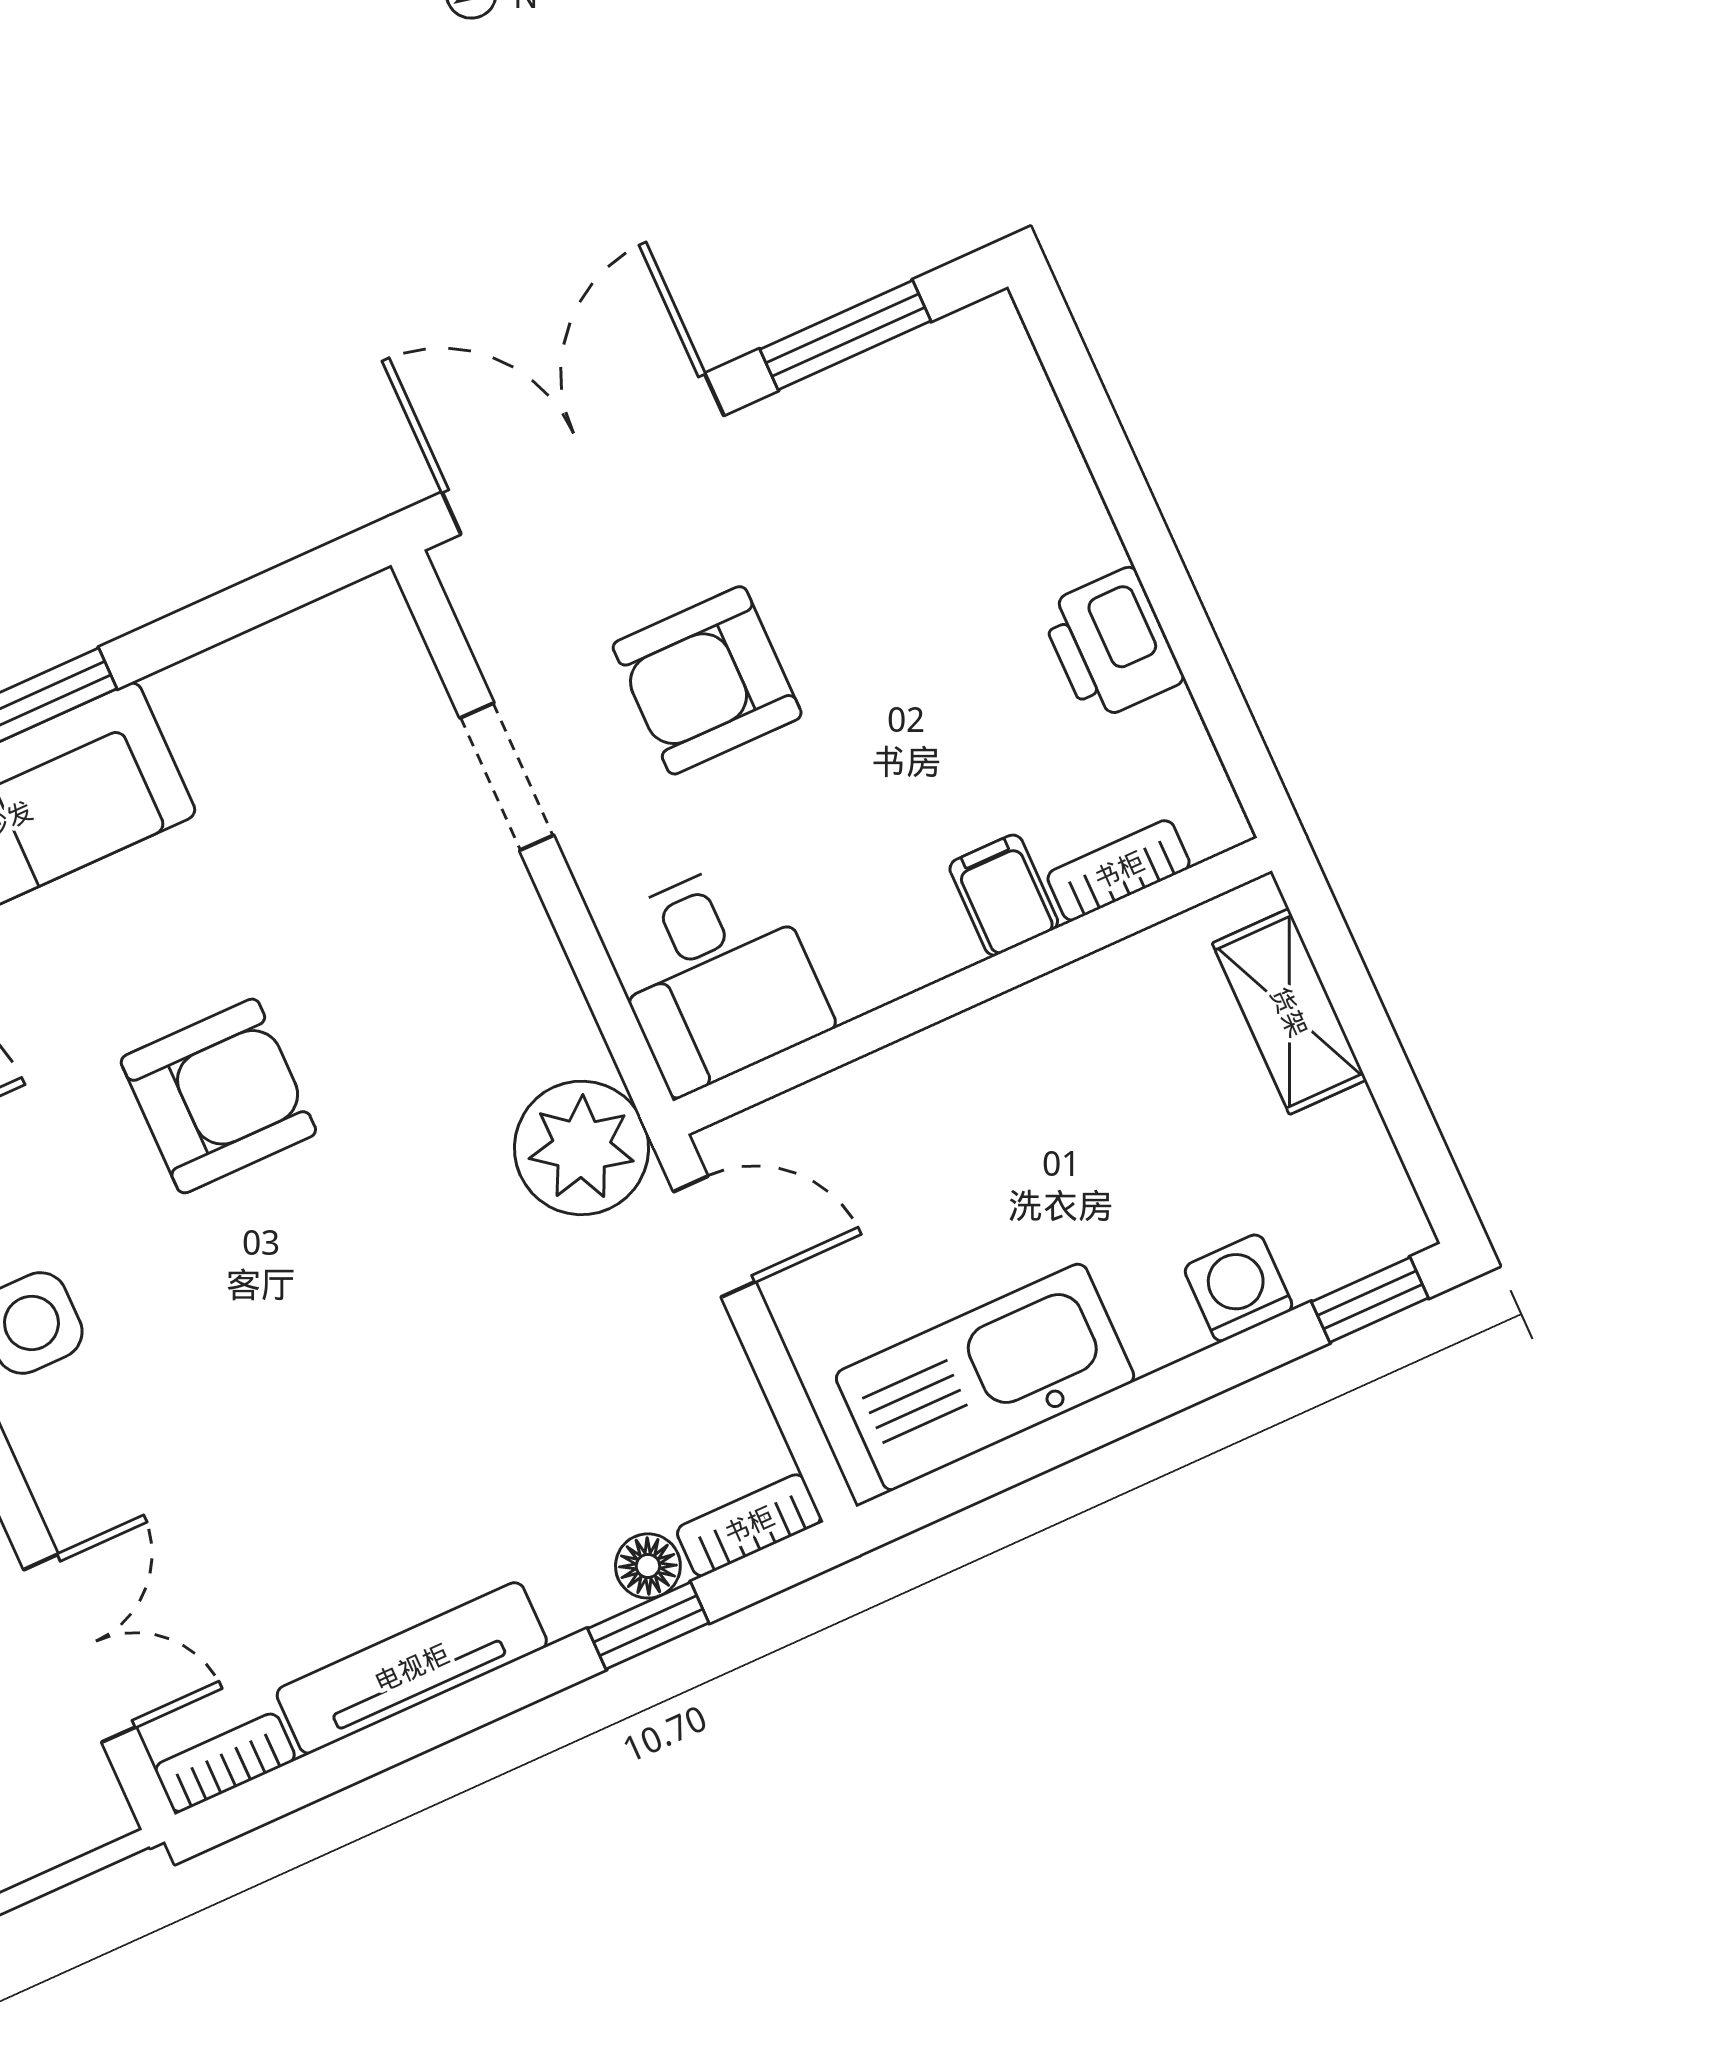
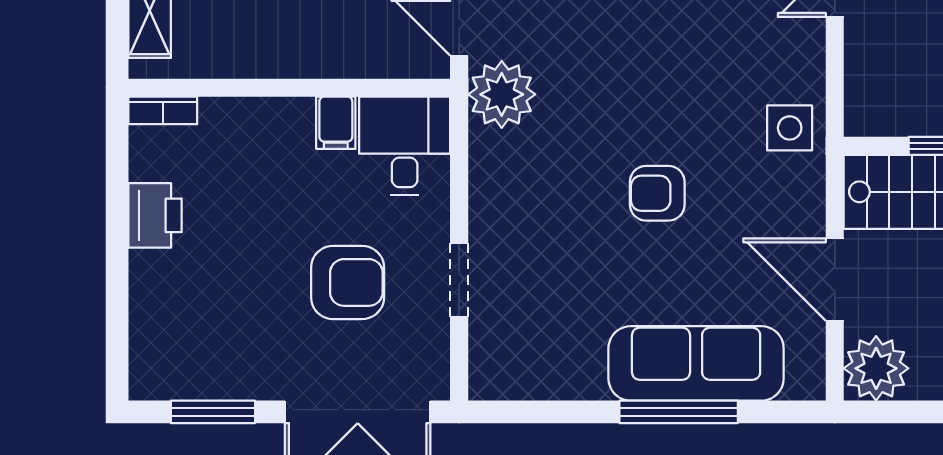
bookcase: (1119, 870) -> (163, 110), moved
filing cabinet: (1004, 895) -> (336, 123), moved
armchair: (218, 1096) -> (657, 193), width x0.72, depth x0.72

